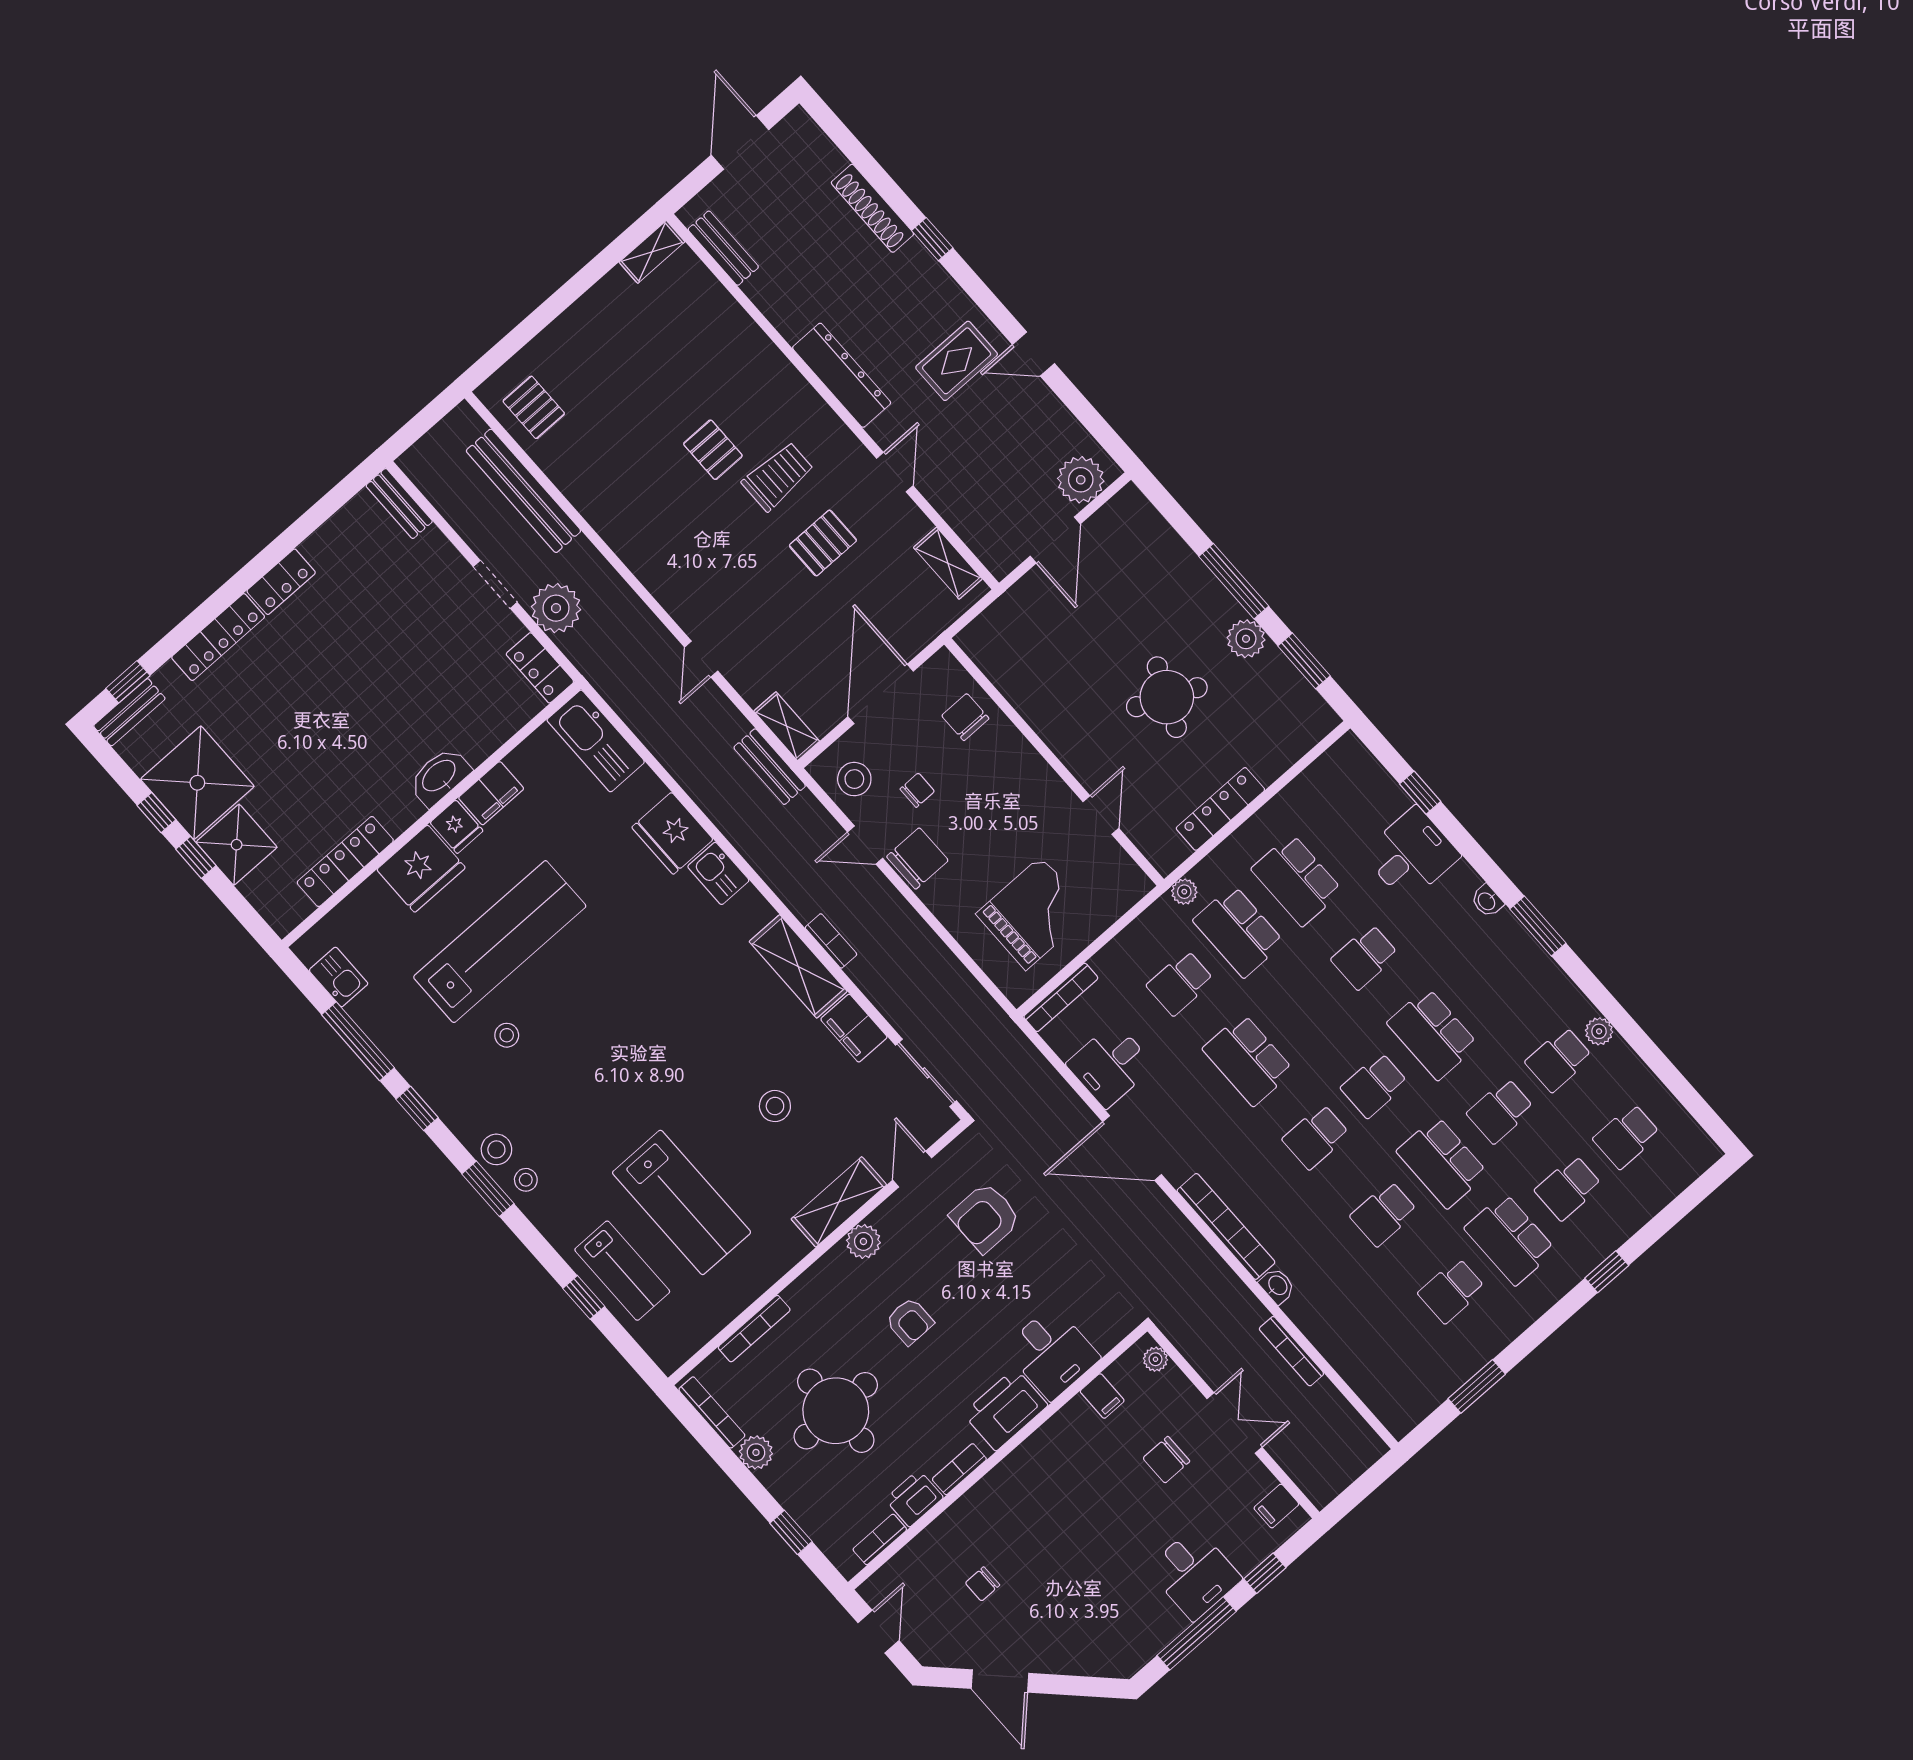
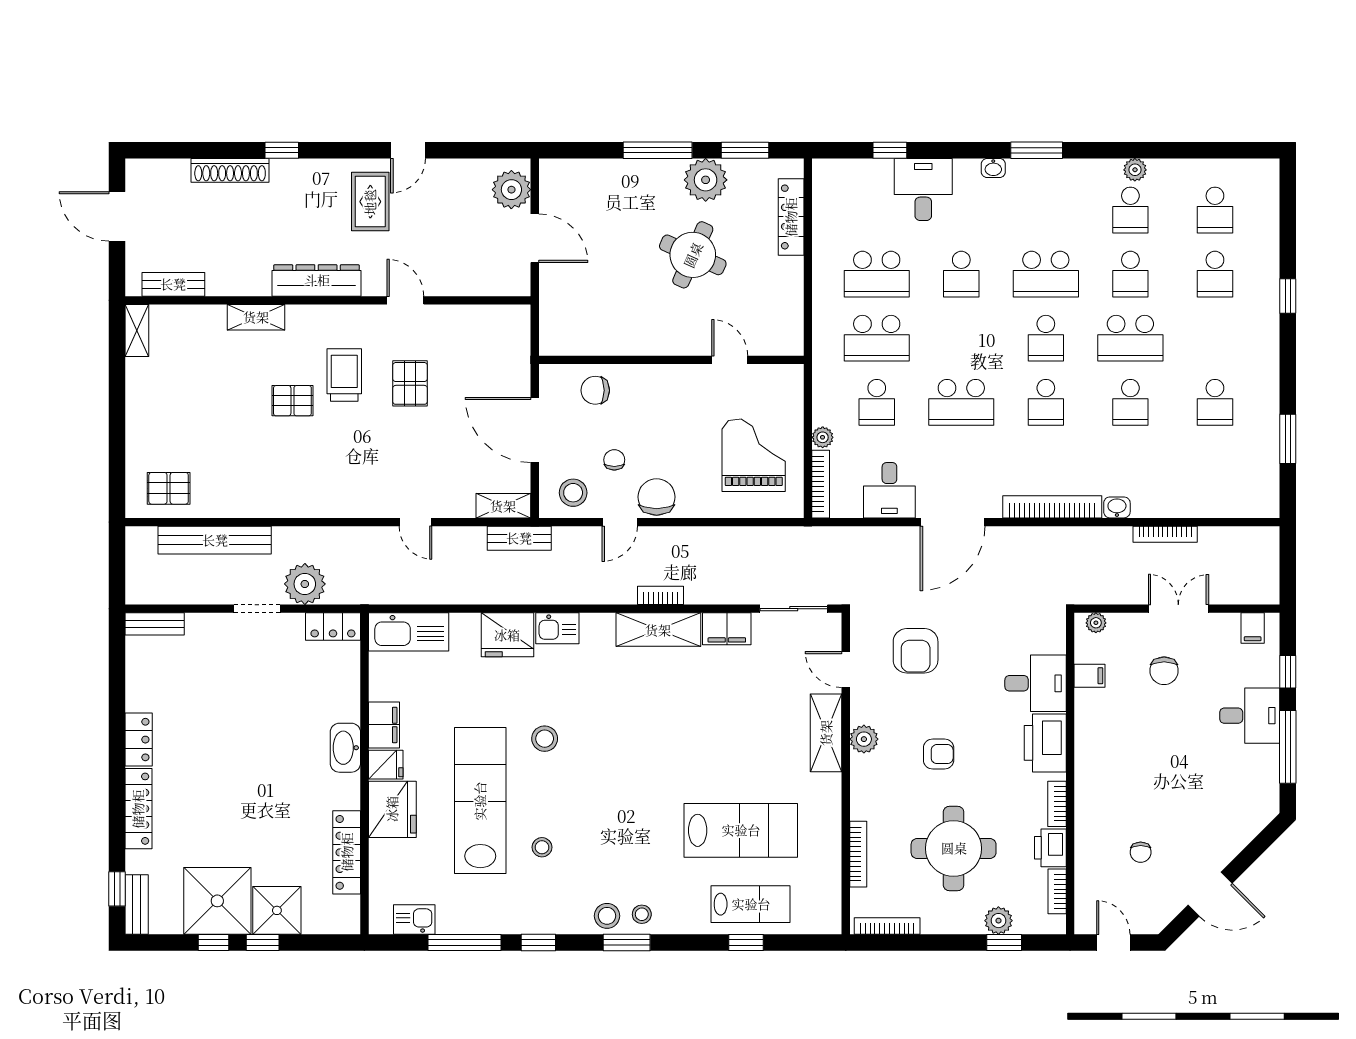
shelving: (948, 563) -> (256, 317), moved
plant: (1246, 639) -> (706, 180), width x1.36, depth x1.36
locker: (1220, 809) -> (791, 217), moved
plant: (1184, 892) -> (823, 437), moved
stool: (775, 1106) -> (545, 739), moved
school desk: (1510, 1239) -> (1215, 338), removed
plant: (756, 1452) -> (998, 921), moved

